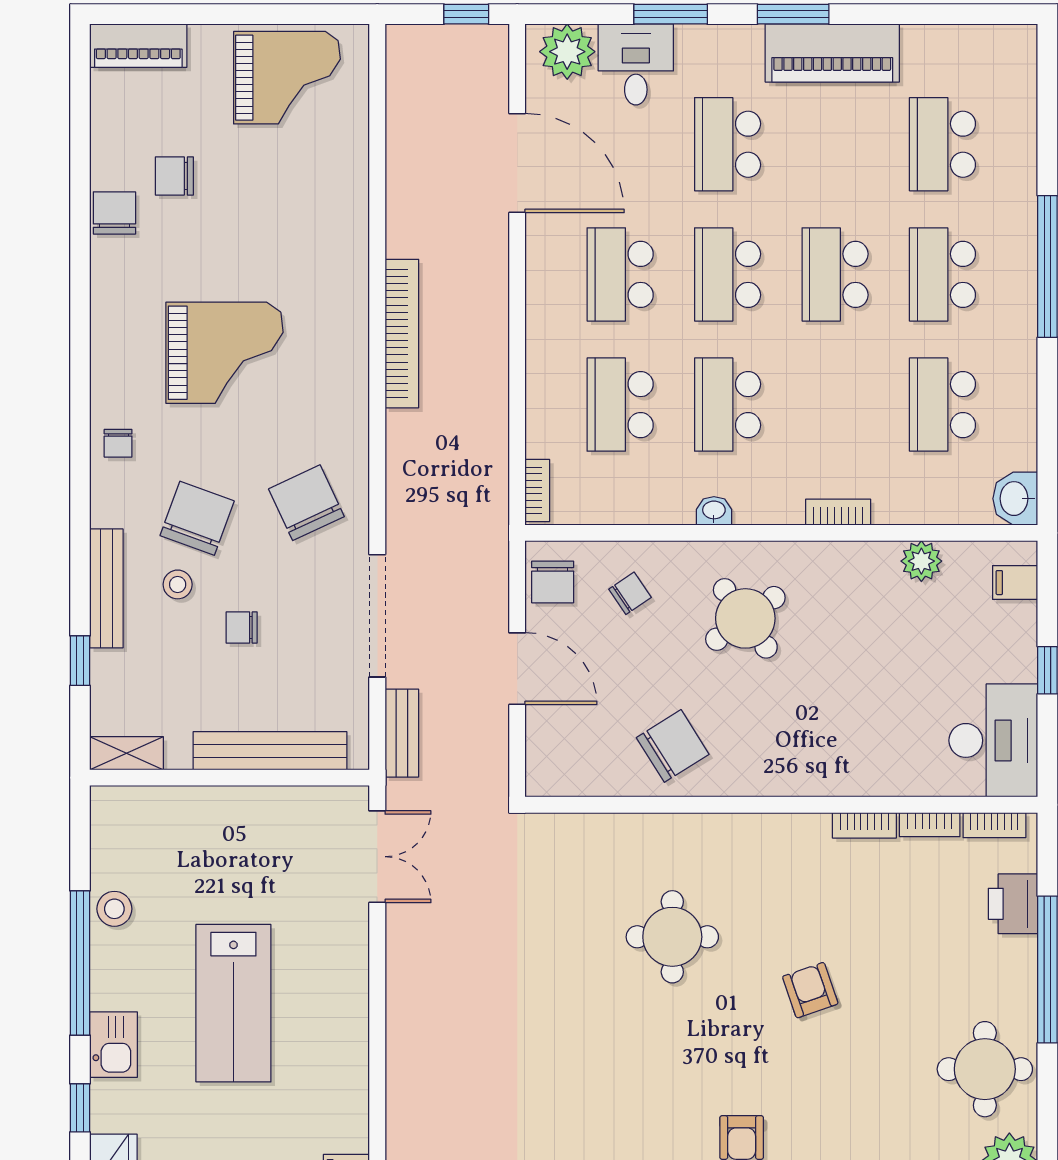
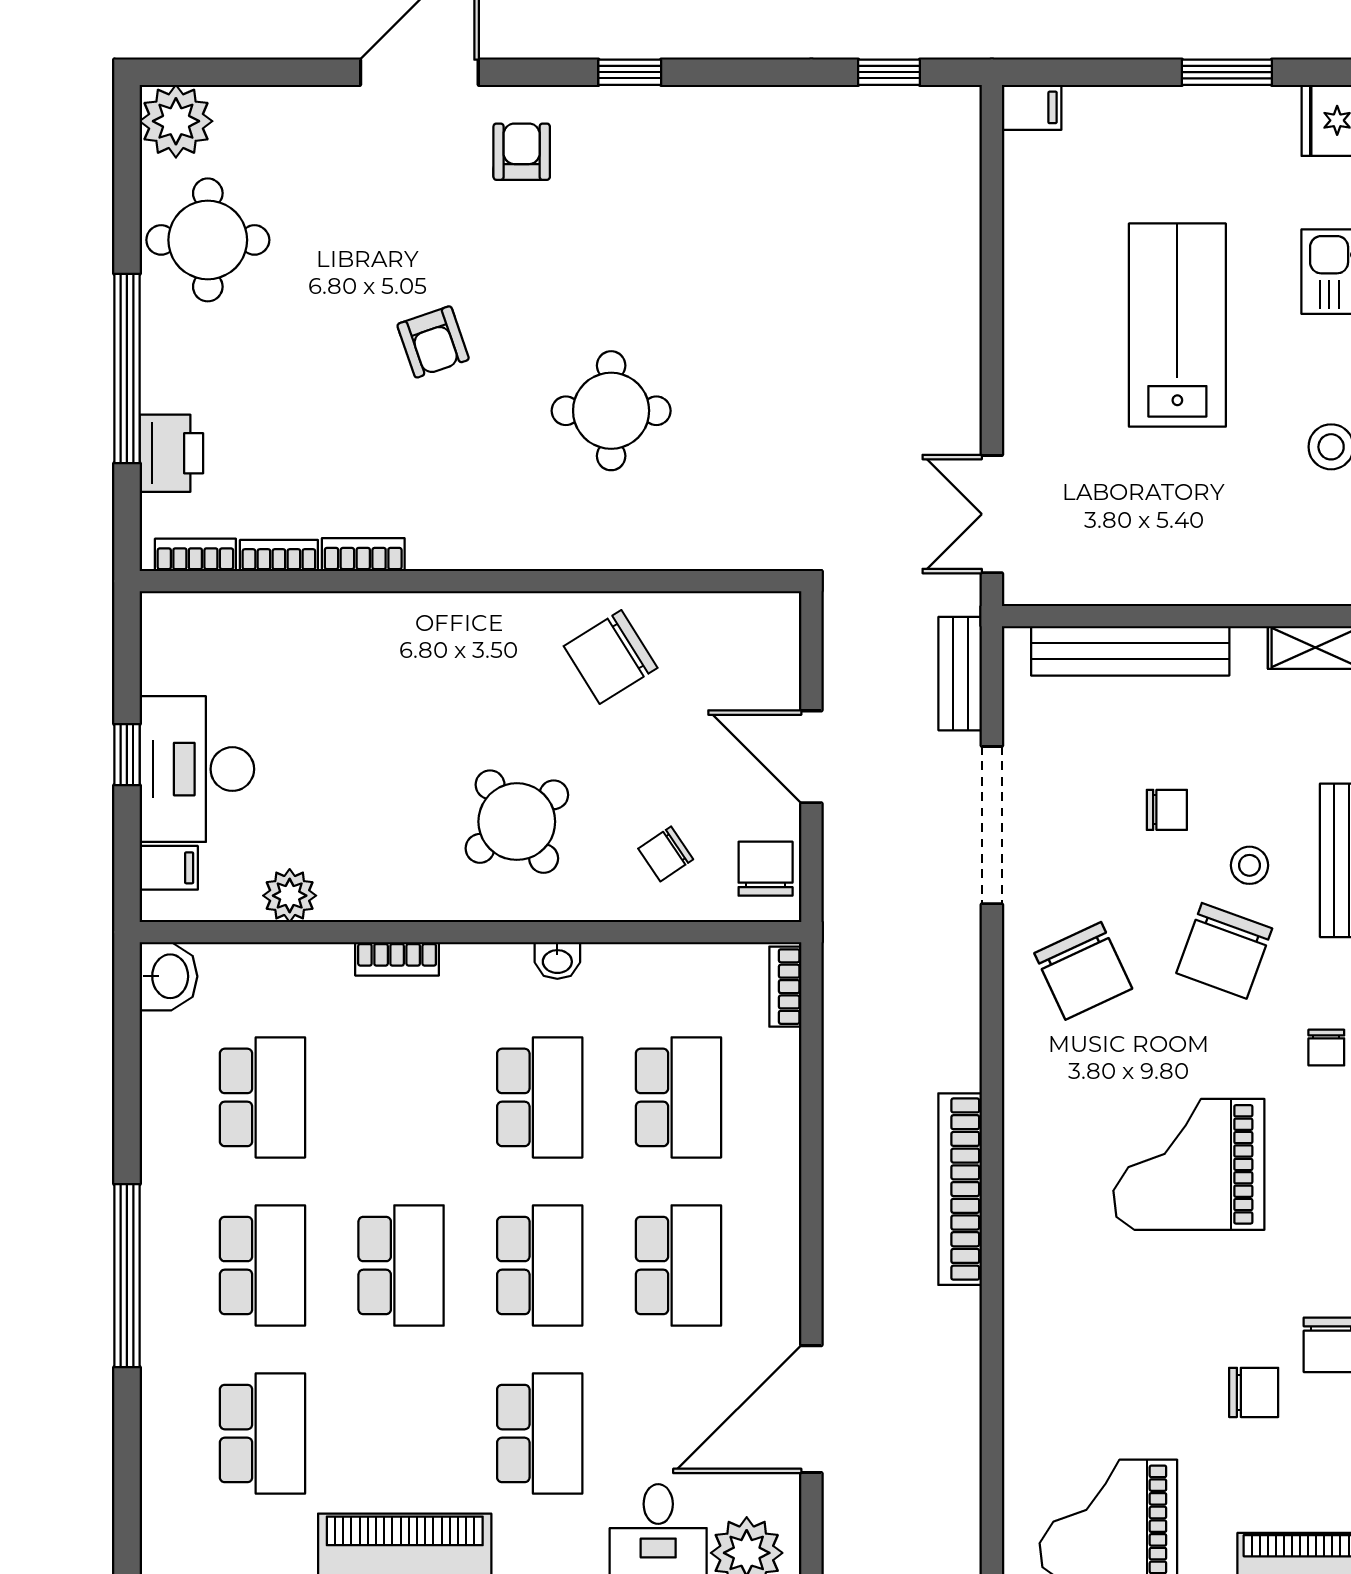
door: (517, 163) -> (811, 1409), hinge flipped
chair: (118, 443) -> (1326, 1048), turned 180
desk: (993, 740) -> (197, 769), moved

